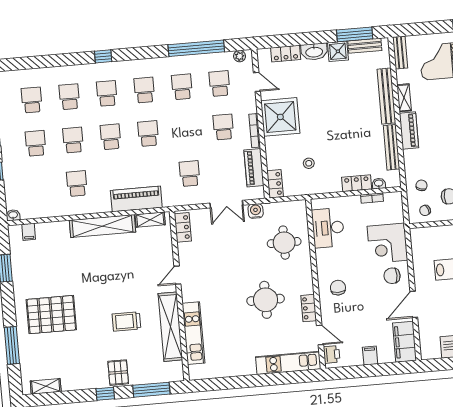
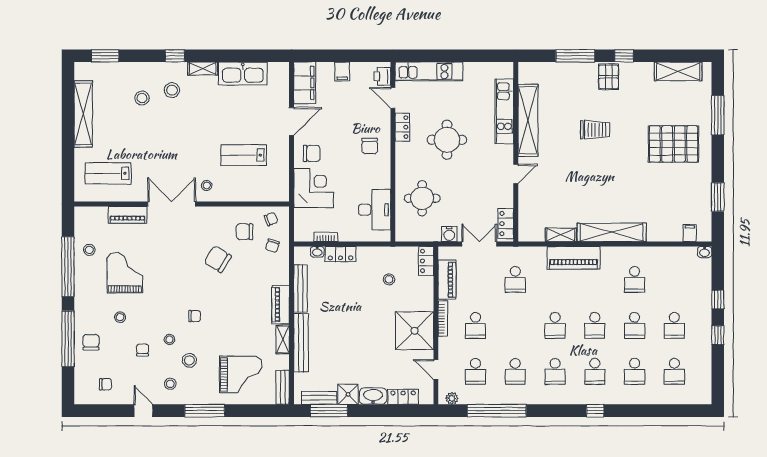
locker: (183, 227) -> (506, 224), moved
door: (177, 275) -> (516, 174), moved
wall: (179, 296) -> (516, 152), moved
shelving: (170, 327) -> (528, 120), moved
kitchen unit: (193, 333) -> (504, 111), moved
shelving: (46, 386) -> (678, 71), width x1.50, depth x1.33

